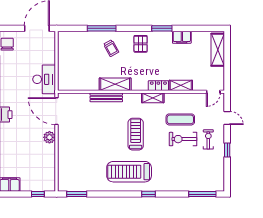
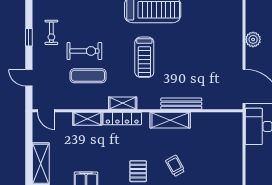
locker: (158, 86) -> (122, 118), width x1.53
door: (213, 92) -> (46, 111), swing flipped
plant: (49, 137) -> (253, 39), moved
exercise bike: (208, 139) -> (51, 32), moved

